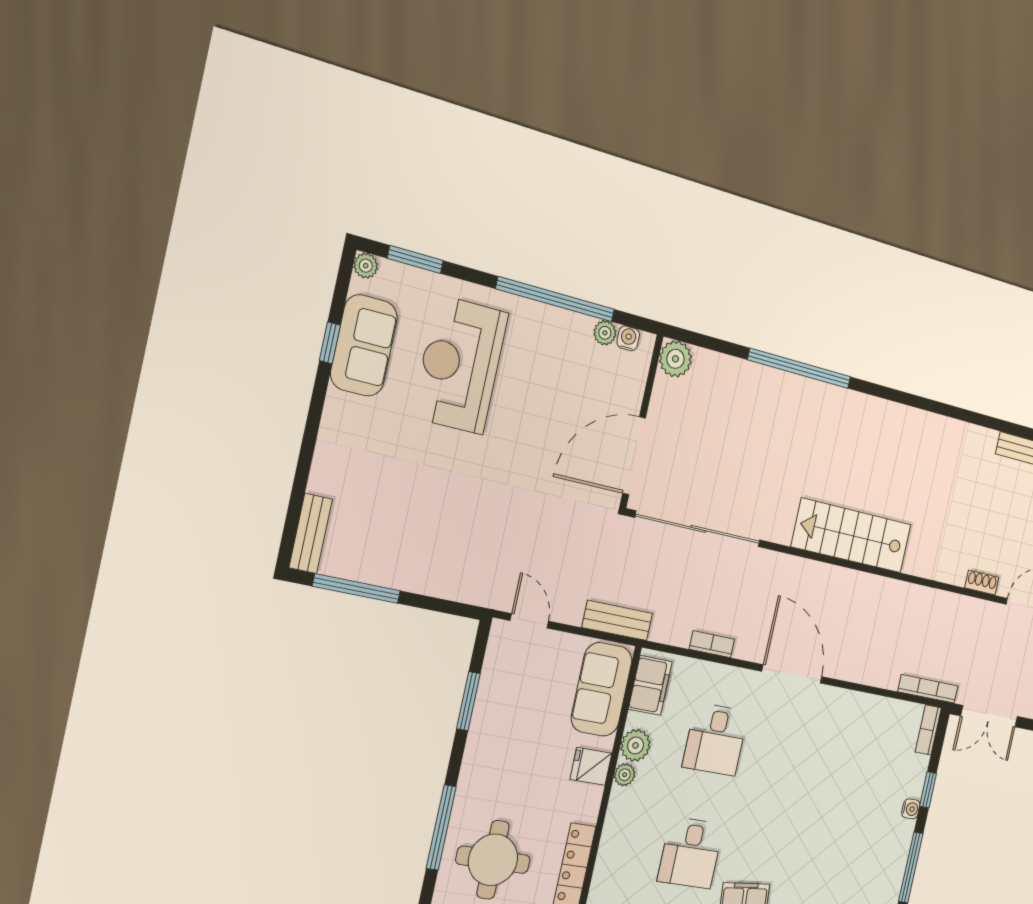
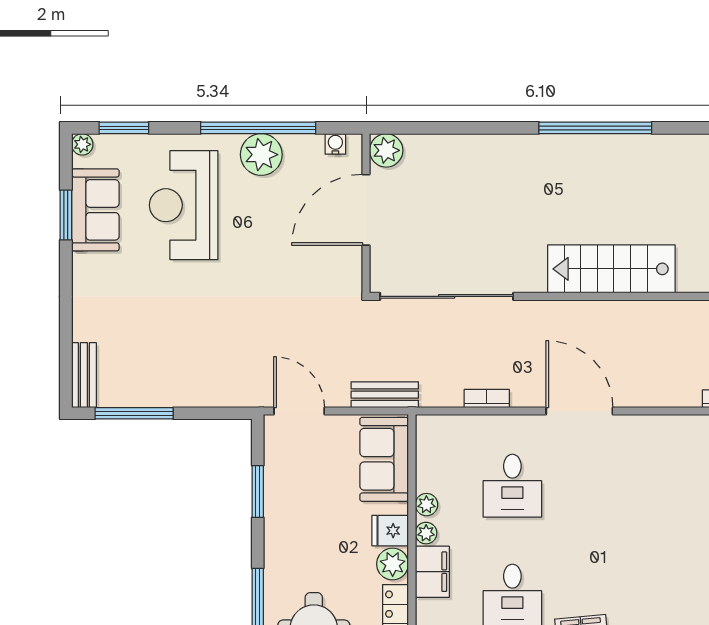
plant: (605, 333) -> (261, 155), moved, width x1.88, depth x1.88
window: (330, 343) -> (66, 215), width x1.50
window: (799, 368) -> (595, 128), moved
door: (634, 456) -> (366, 210), moved
door: (529, 621) -> (299, 411), width x1.38
filing cabinet: (650, 685) -> (432, 572), moved
plant: (636, 745) -> (426, 505), width x0.73, depth x0.73
plant: (585, 802) -> (393, 564), added

